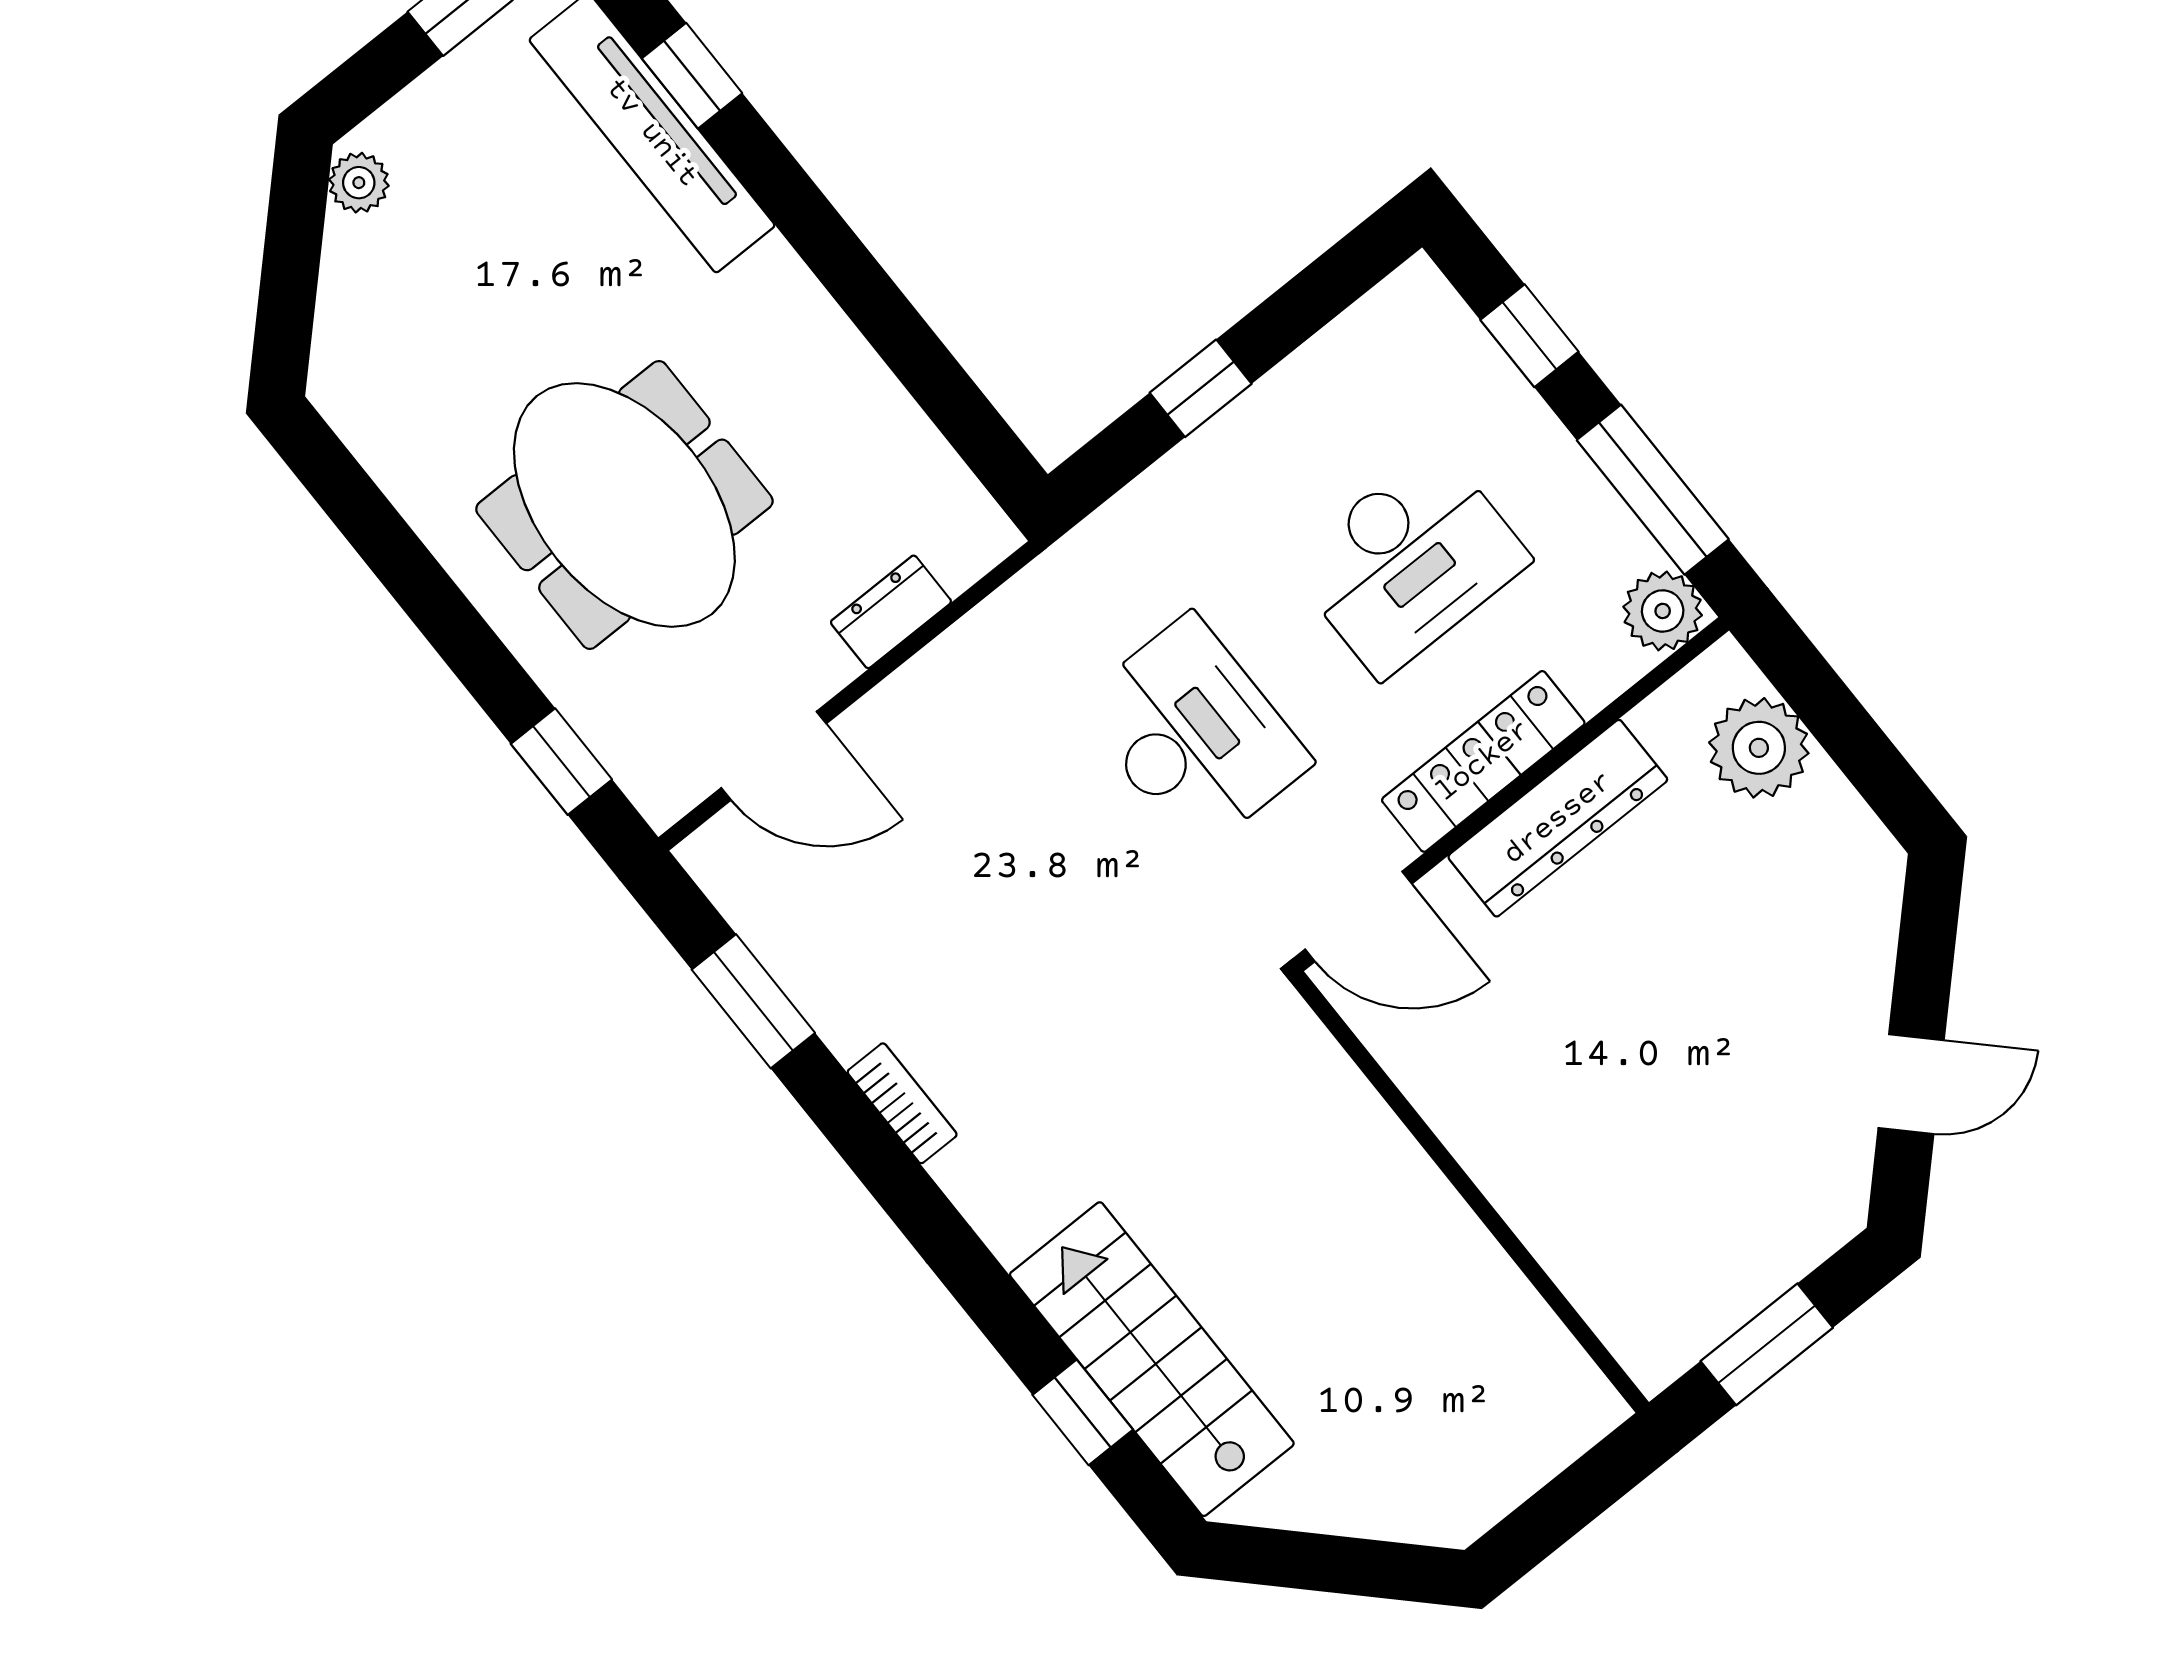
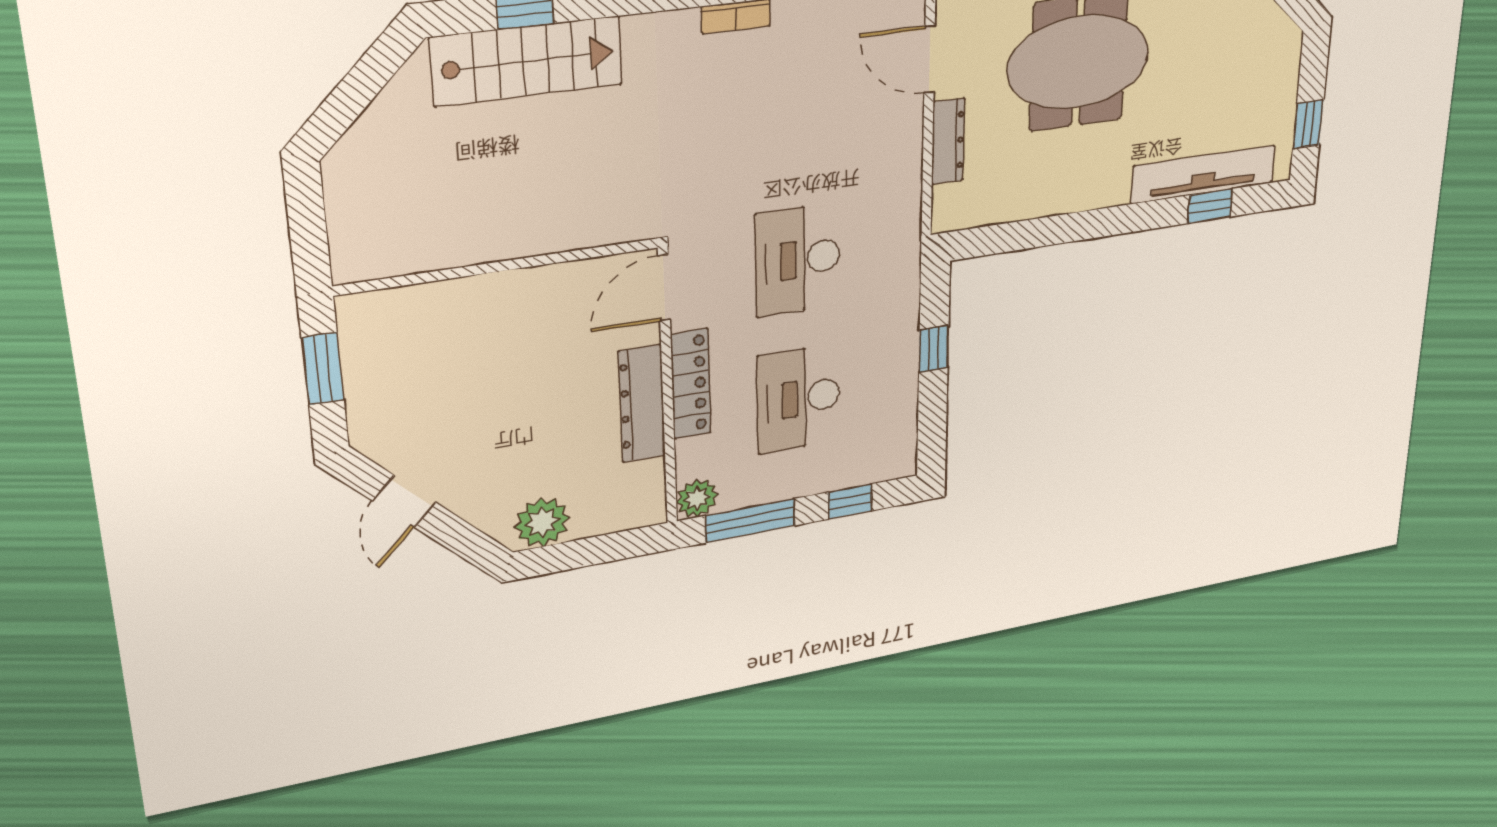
plant: (359, 183) -> (1282, 33), removed
dresser: (891, 612) -> (948, 141), width x1.44
desk: (1194, 734) -> (798, 260), turned 90
plant: (1759, 748) -> (542, 522), moved
door: (774, 756) -> (929, 59), hinge flipped

